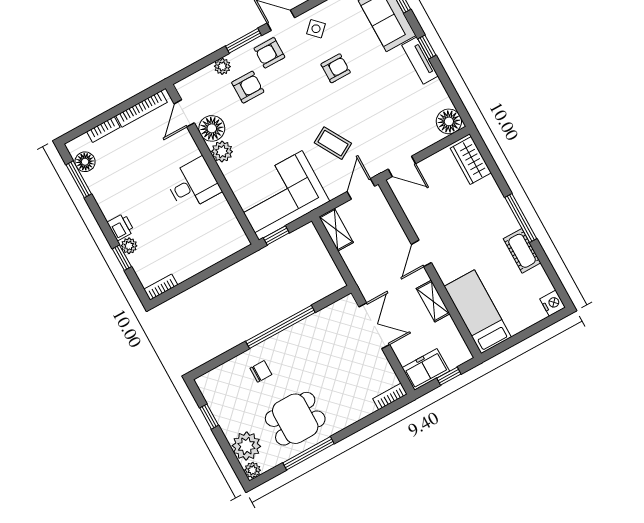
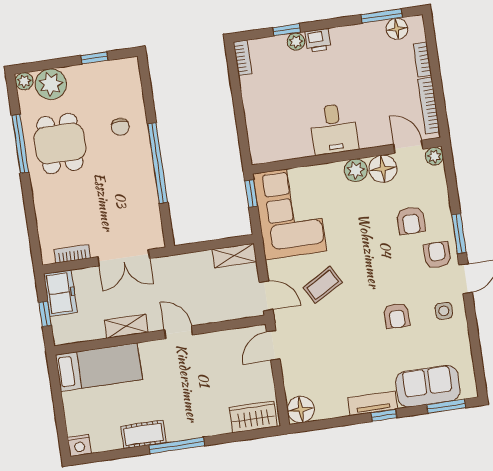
side table: (316, 29) -> (444, 311), turned 45
plant: (222, 66) -> (434, 156), moved
bookcase: (390, 396) -> (72, 254), moved, turned -90

